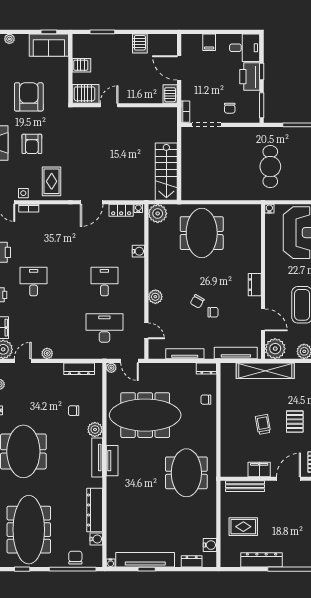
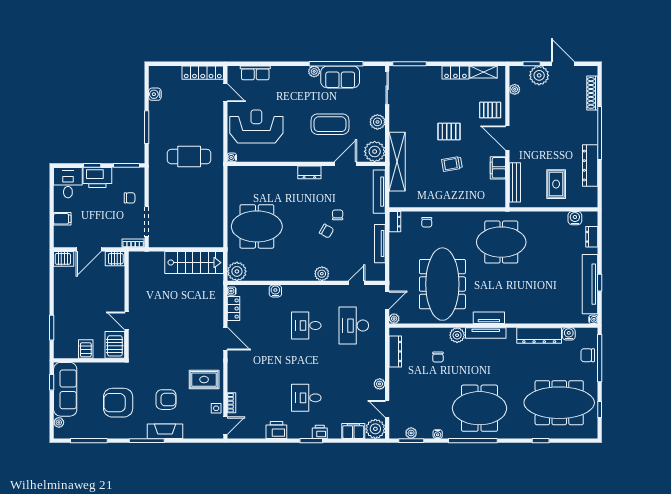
server rack: (140, 43) -> (64, 259), moved
sofa: (49, 45) -> (65, 389), width x1.36

